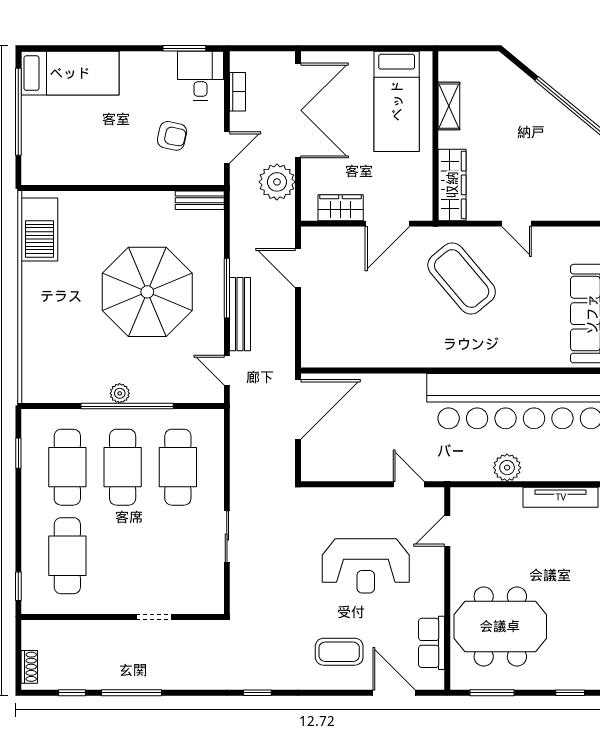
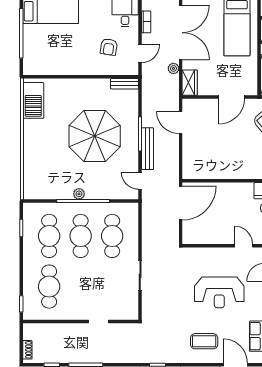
armchair: (172, 136) -> (109, 47), turned 87
plant: (277, 182) -> (173, 68), width x0.53, depth x0.53
wardrobe: (341, 208) -> (190, 83), moved, turned 90

